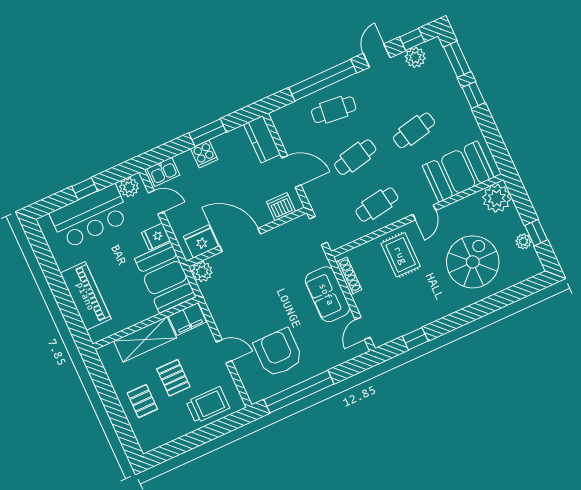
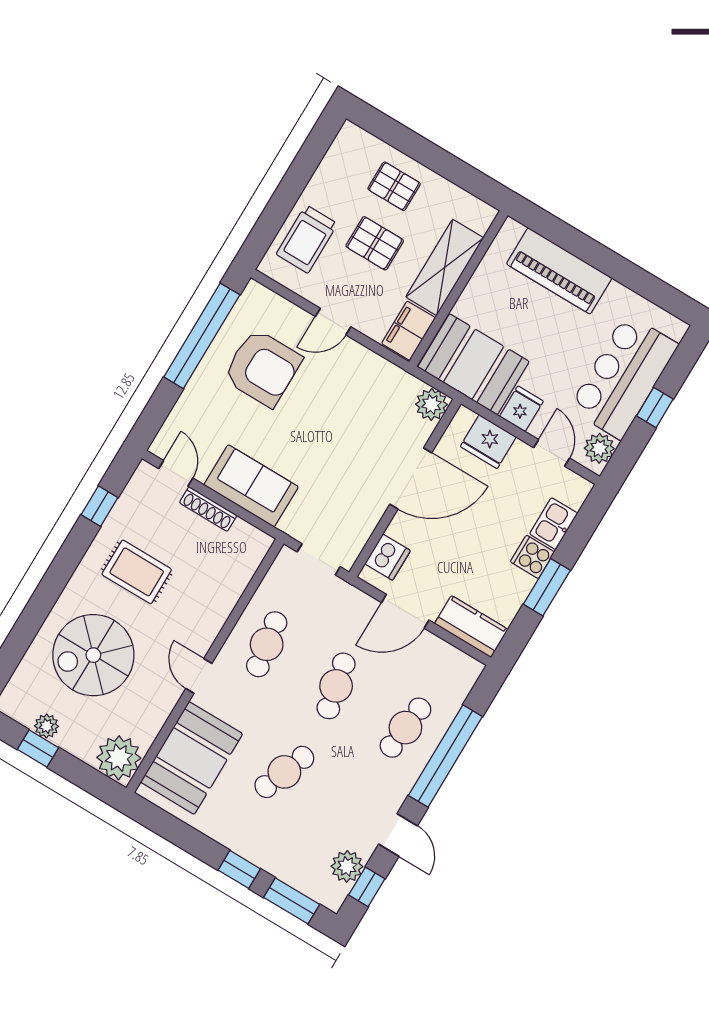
cafe table: (414, 130) -> (284, 772), turned 33
kitchen sink: (163, 172) -> (554, 524), moved
door: (156, 202) -> (552, 453), swing flipped
fridge: (201, 241) -> (488, 442), moved, turned 90
rug: (401, 255) -> (137, 572), moved
spiral stairs: (473, 262) -> (93, 655), turned 90
shoe rack: (349, 276) -> (208, 509), moved

